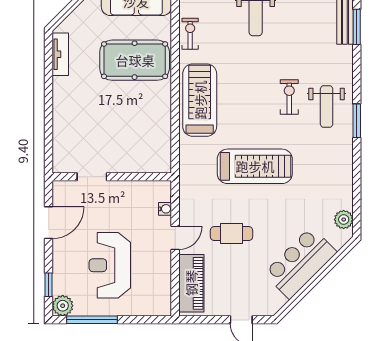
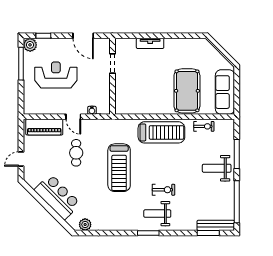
tv unit: (60, 54) -> (150, 43), moved

